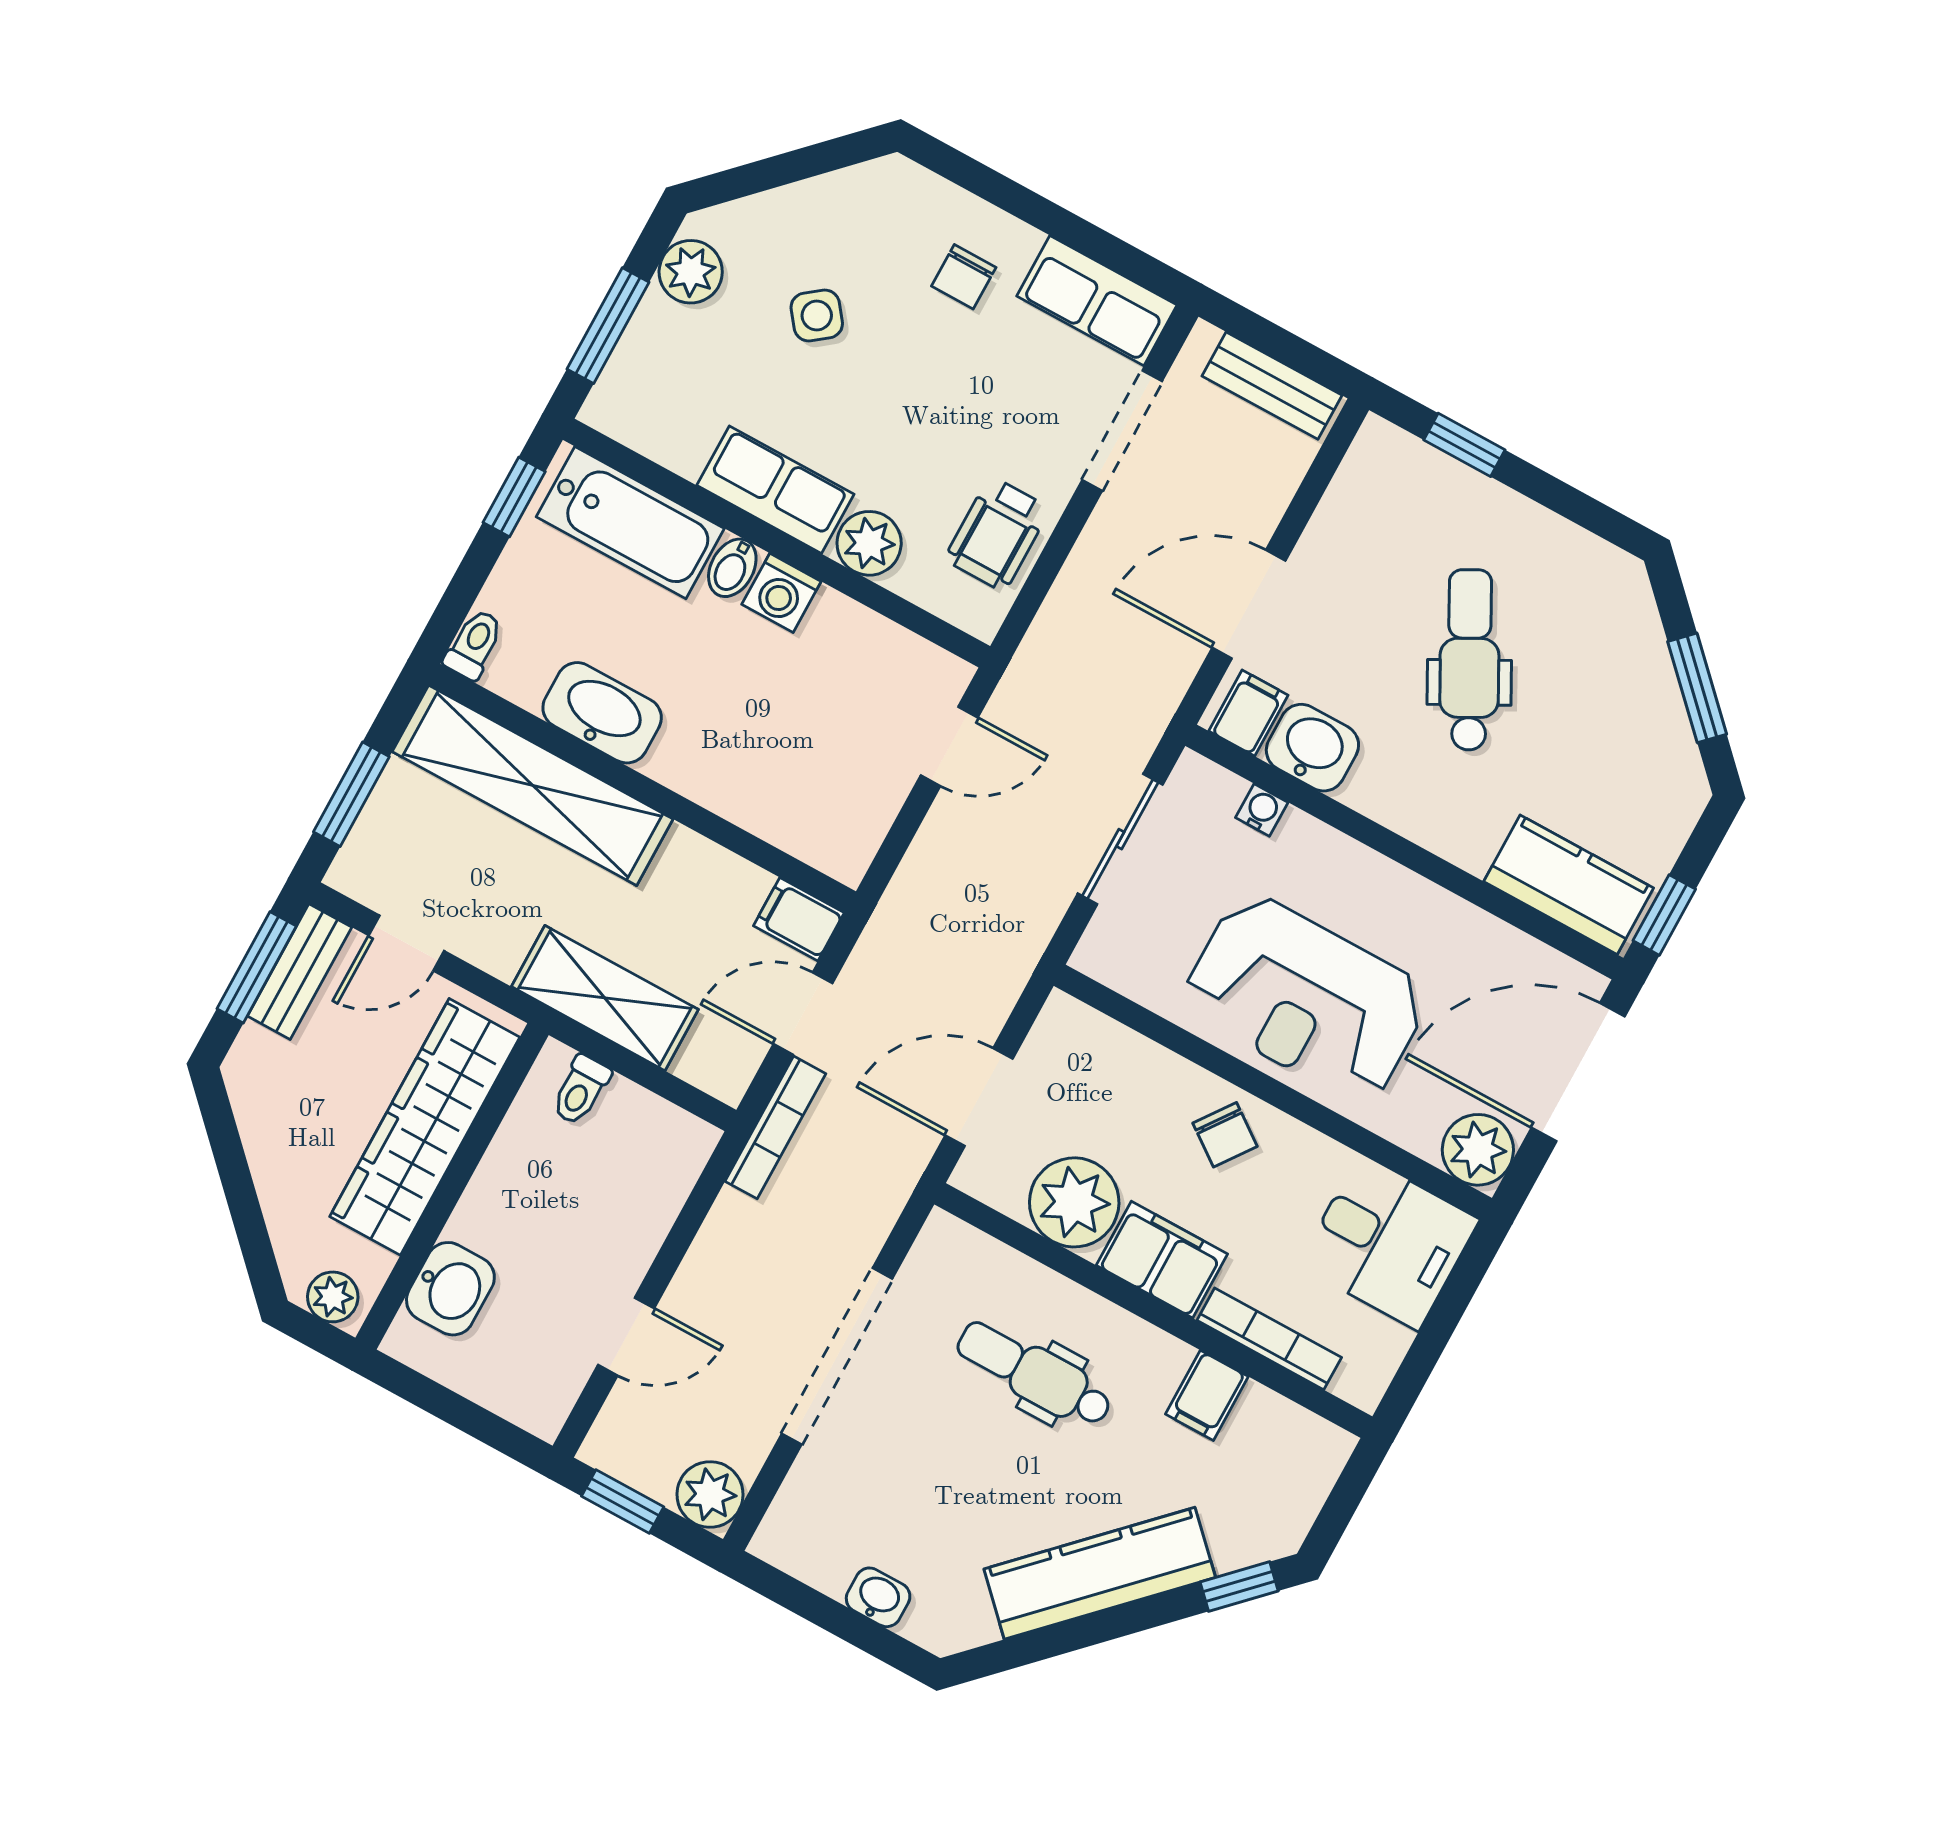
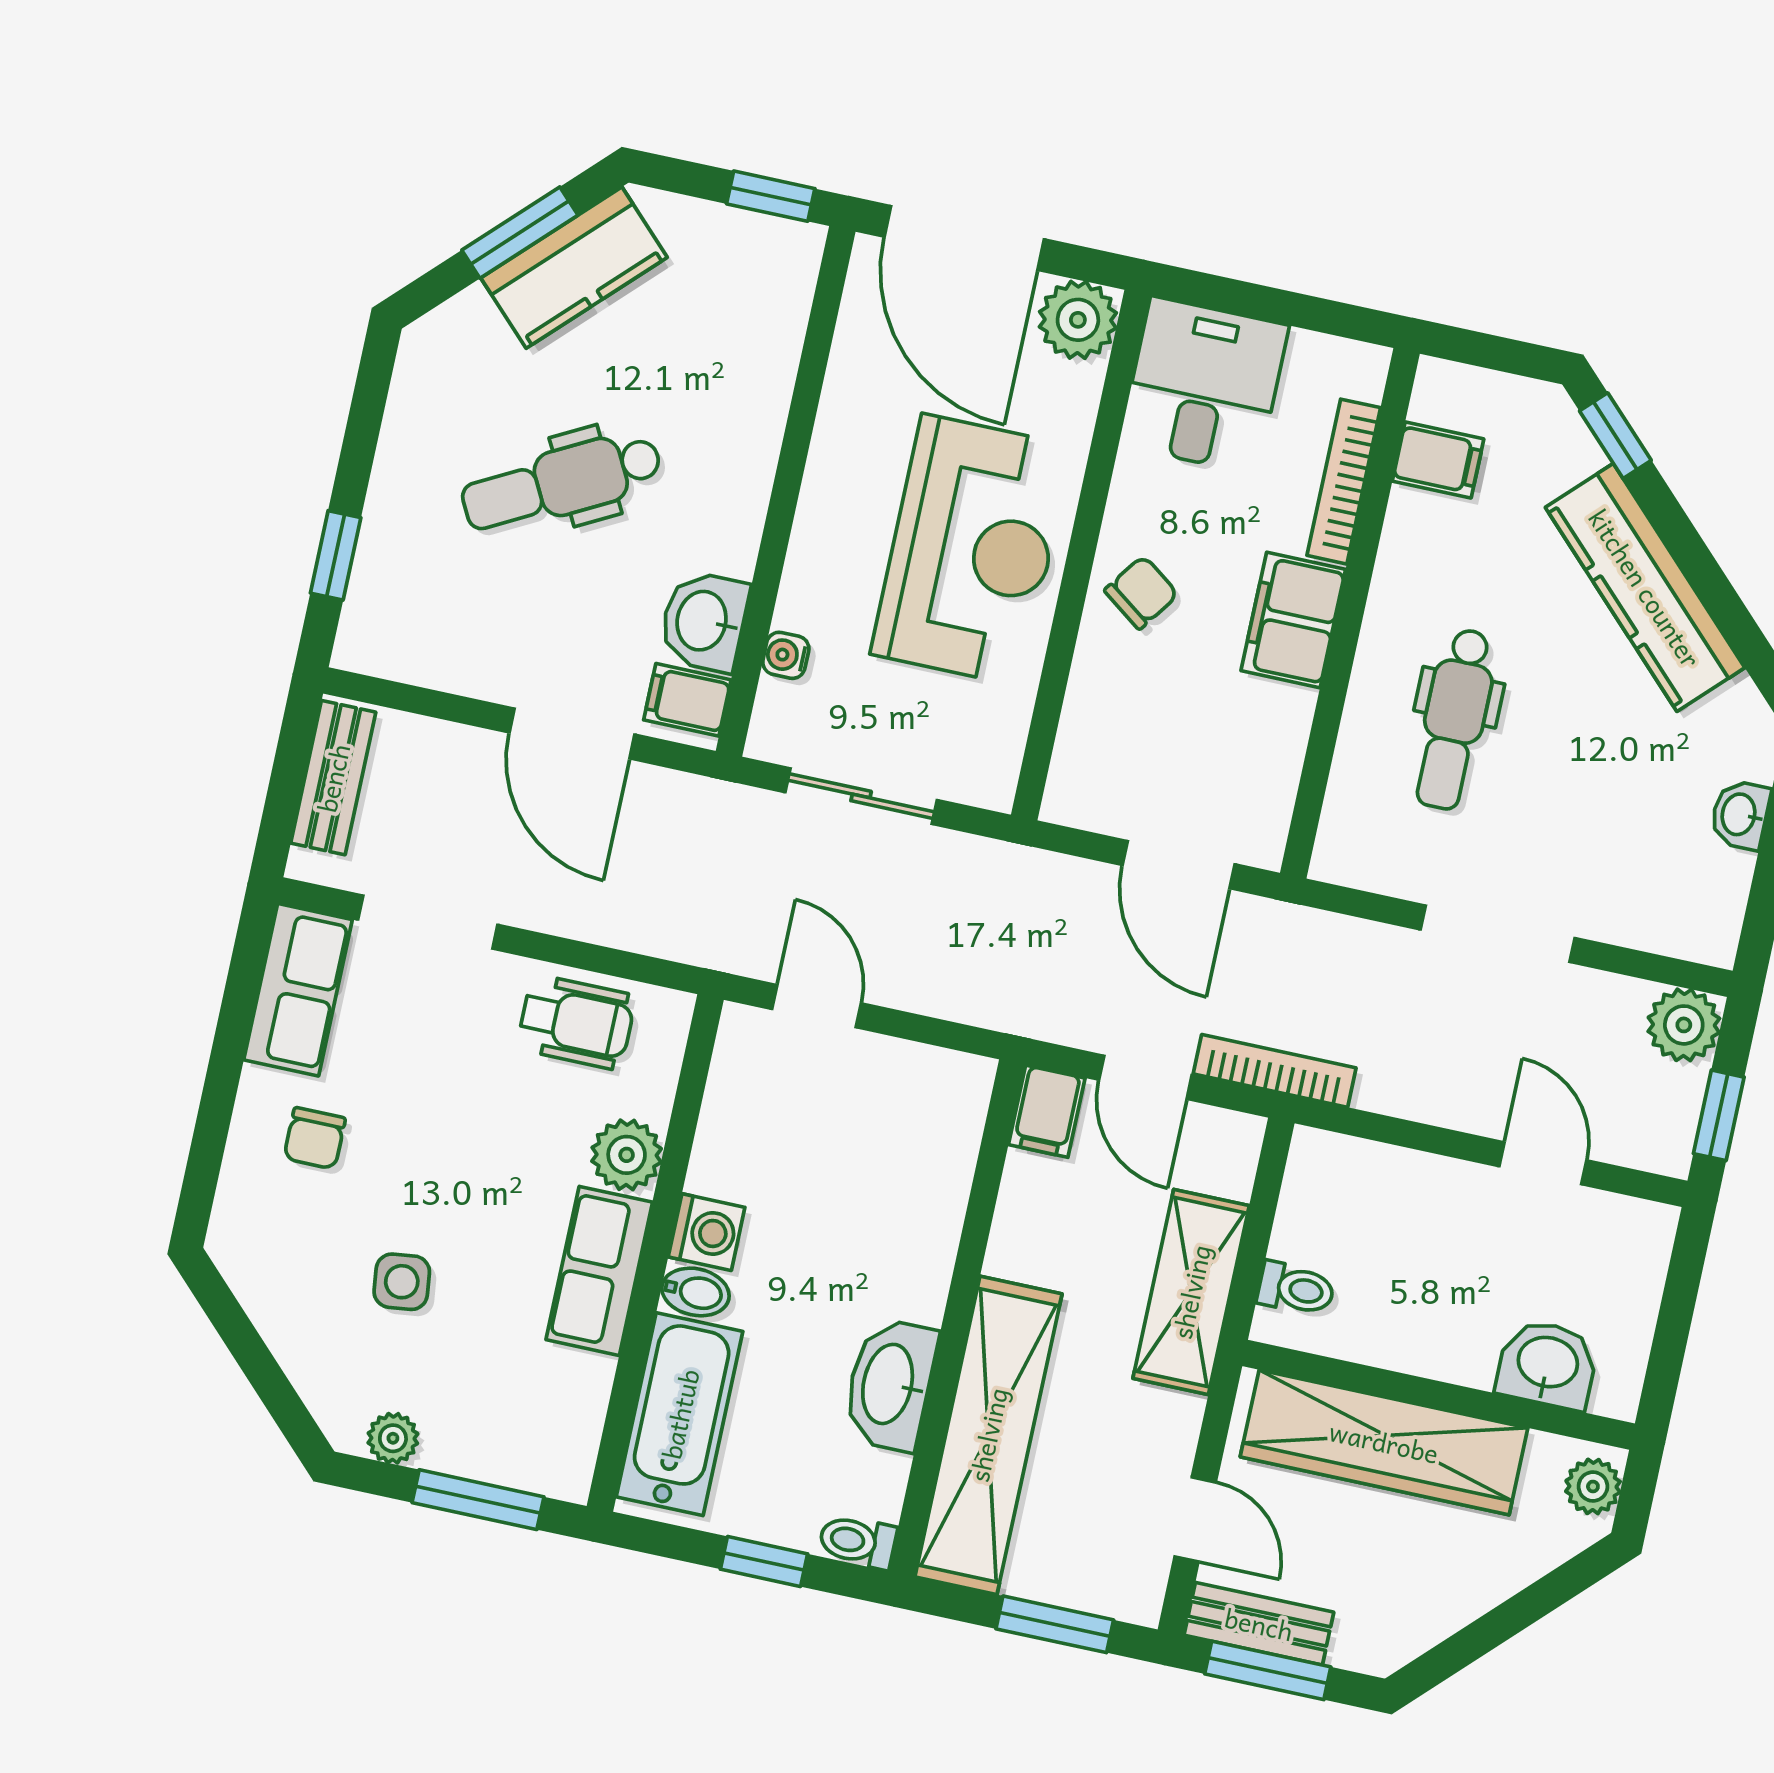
plant: (691, 272) -> (393, 1438), width x0.73, depth x0.73
chair: (964, 277) -> (315, 1138), turned 90
side table: (817, 316) -> (402, 1282), turned 31
window: (514, 497) -> (764, 1562), moved
kitchen counter: (1569, 885) -> (574, 268), moved, turned -135
plant: (1074, 1202) -> (1260, 731), removed
doorway: (837, 1356) -> (1498, 934), width x0.73
filing cabinet: (1207, 1395) -> (1438, 460), moved

